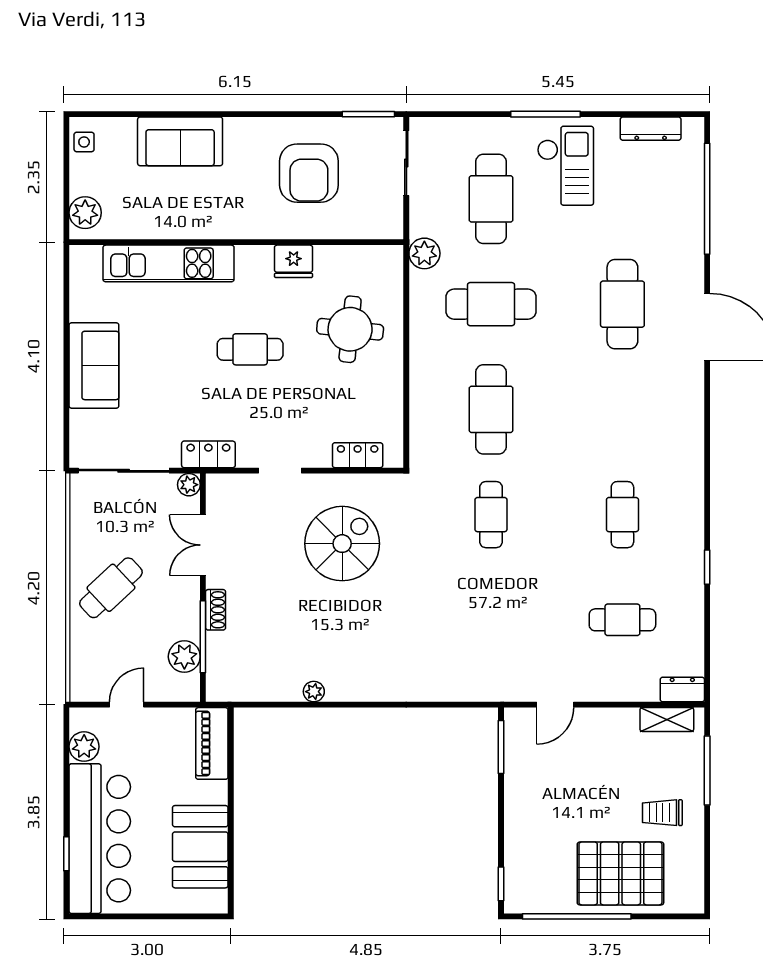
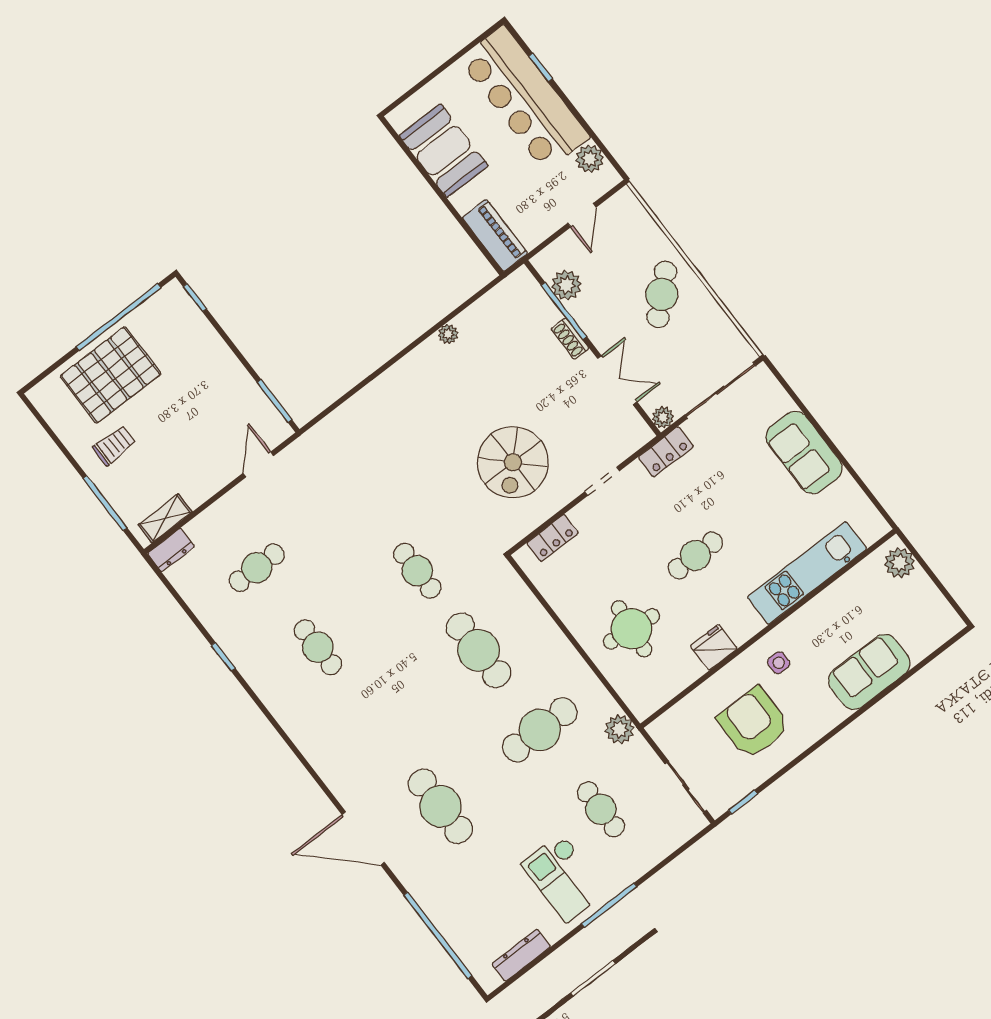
window: (368, 114) -> (743, 802), width x0.67
side table: (84, 142) -> (779, 663), moved
cafe table: (491, 199) -> (601, 809), width x0.73, depth x0.74

